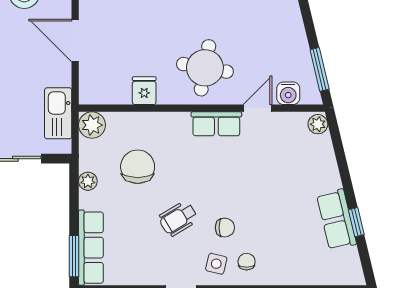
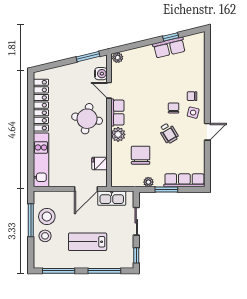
door: (75, 40) -> (86, 189), moved
fridge: (144, 91) -> (99, 163), moved
plant: (92, 125) -> (118, 134), moved
chair: (138, 167) -> (141, 155), turned 90
window: (74, 256) -> (166, 190), moved

